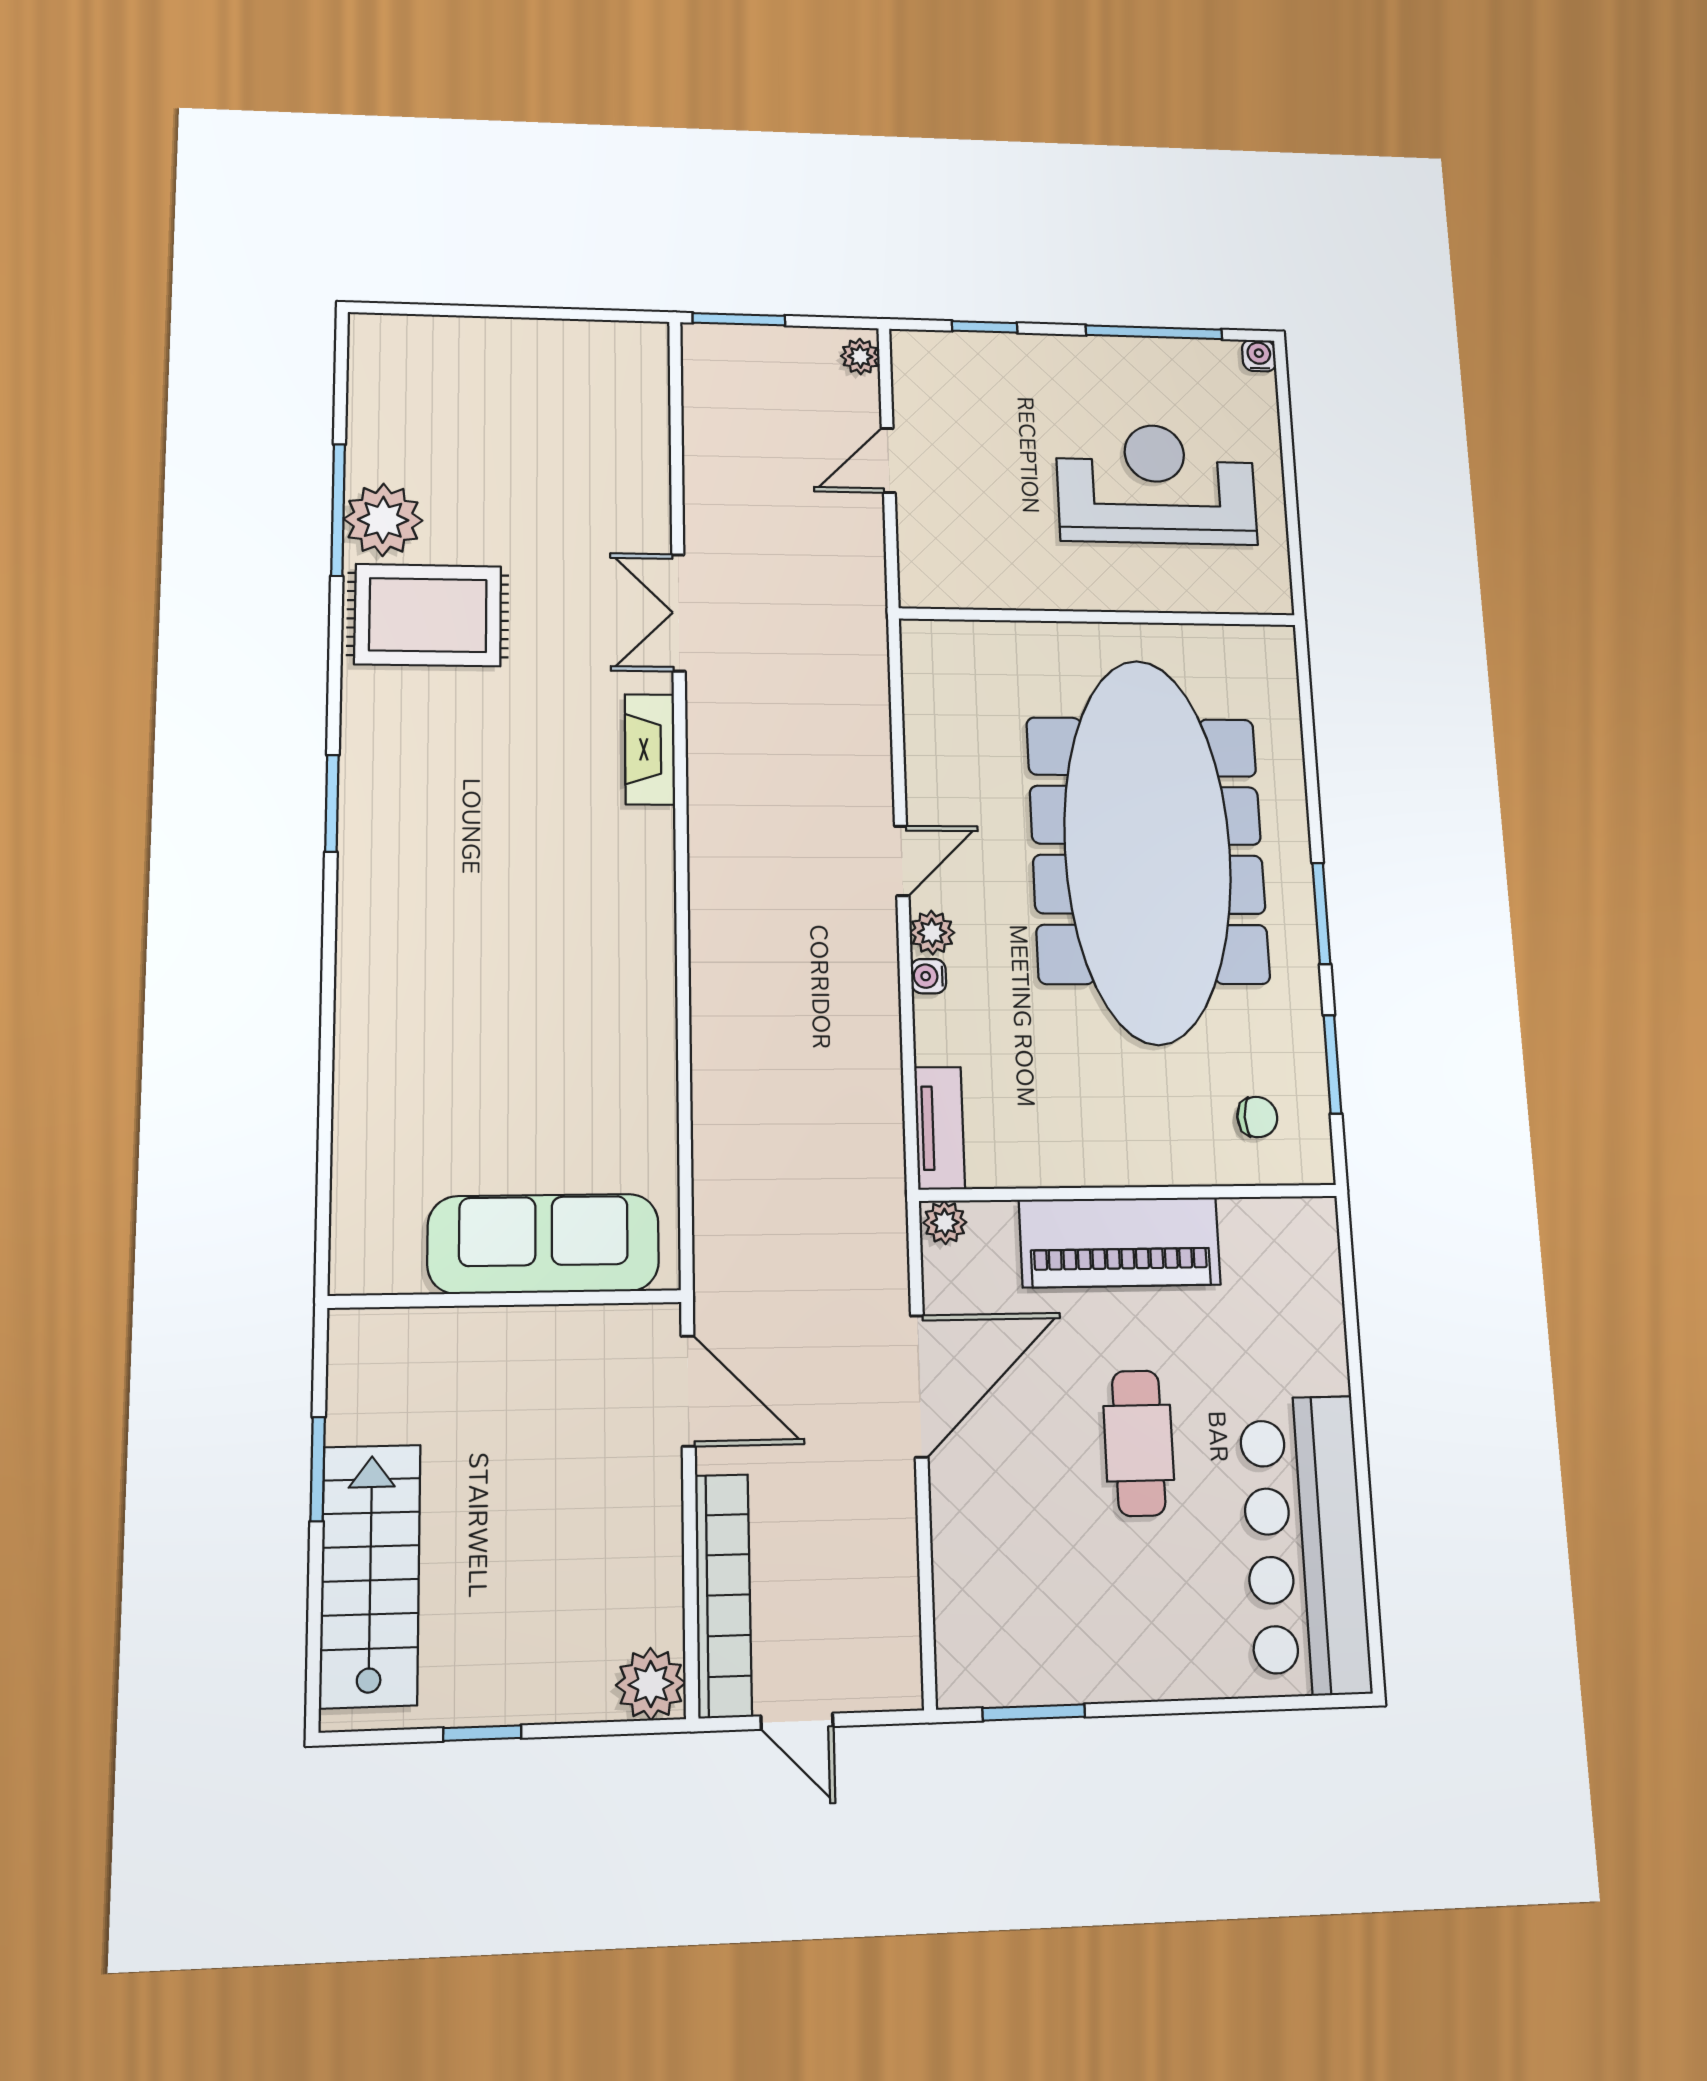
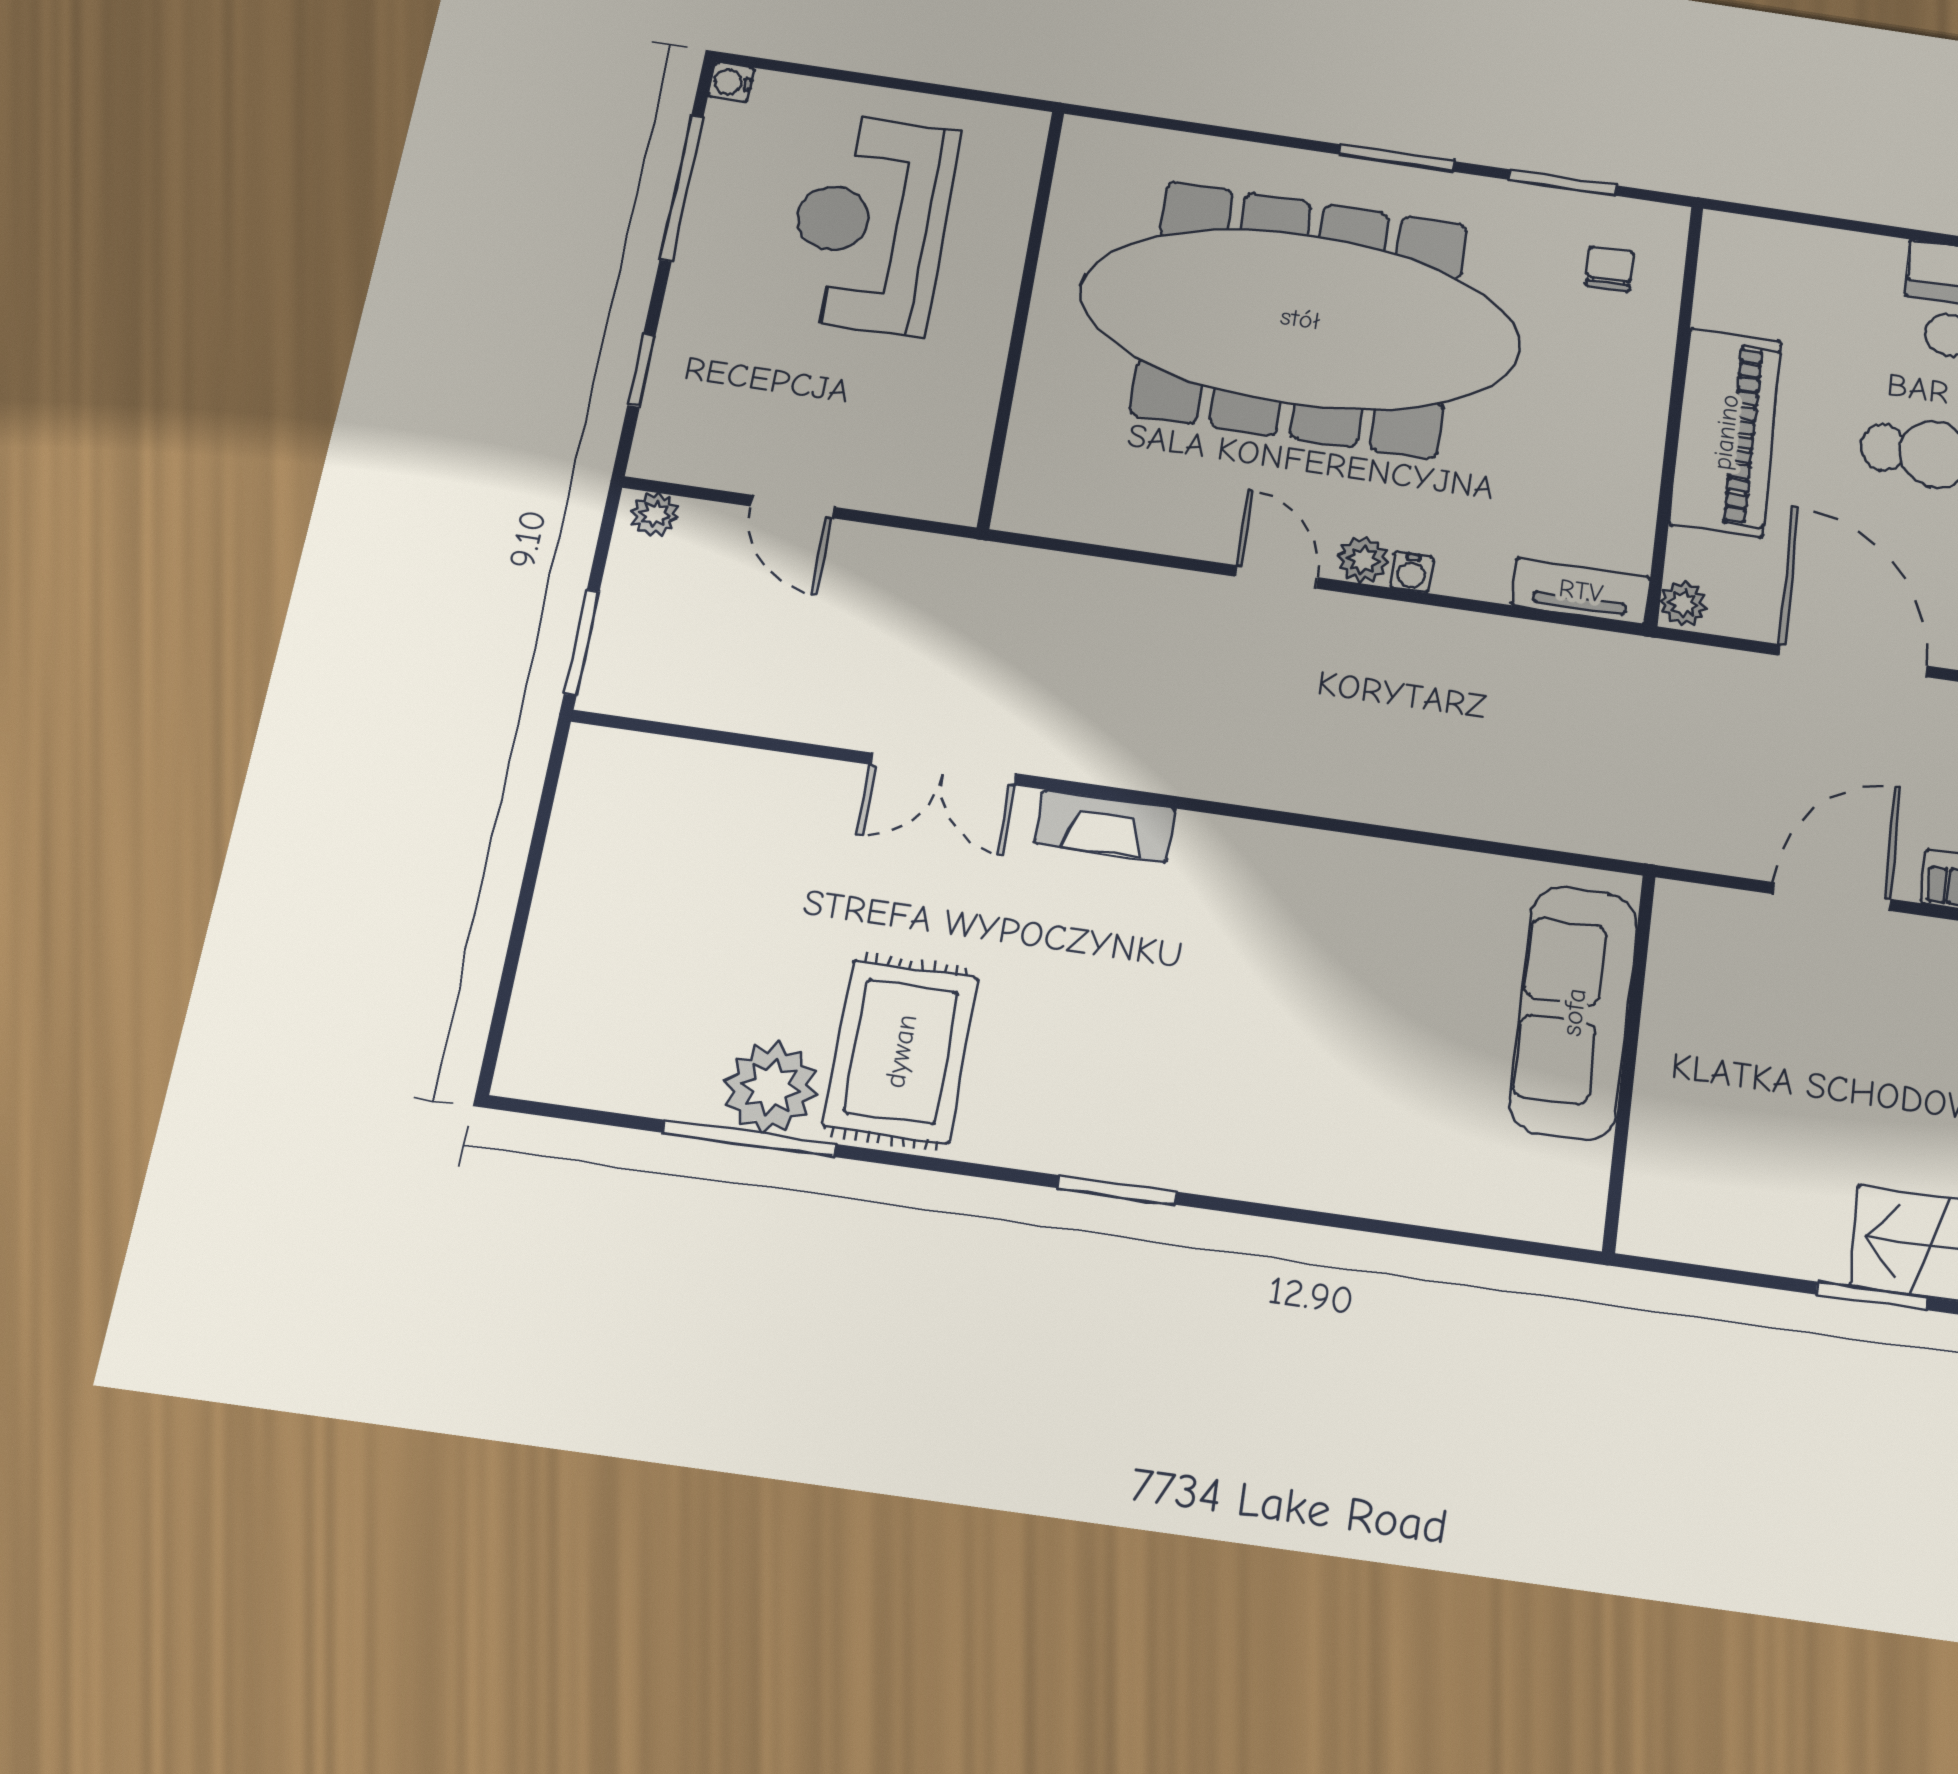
sofa: (544, 1244) -> (1574, 1012), moved
wall: (506, 1299) -> (1629, 1061), moved

